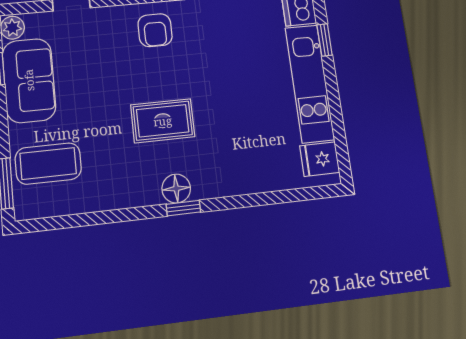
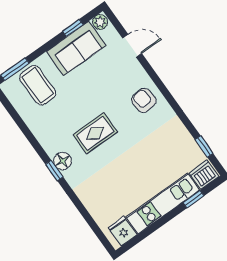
armchair: (155, 30) -> (144, 101), turned 84
rug: (163, 121) -> (95, 133), turned 90

